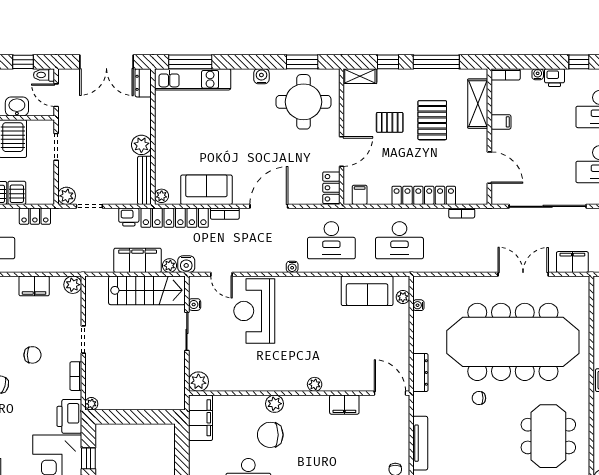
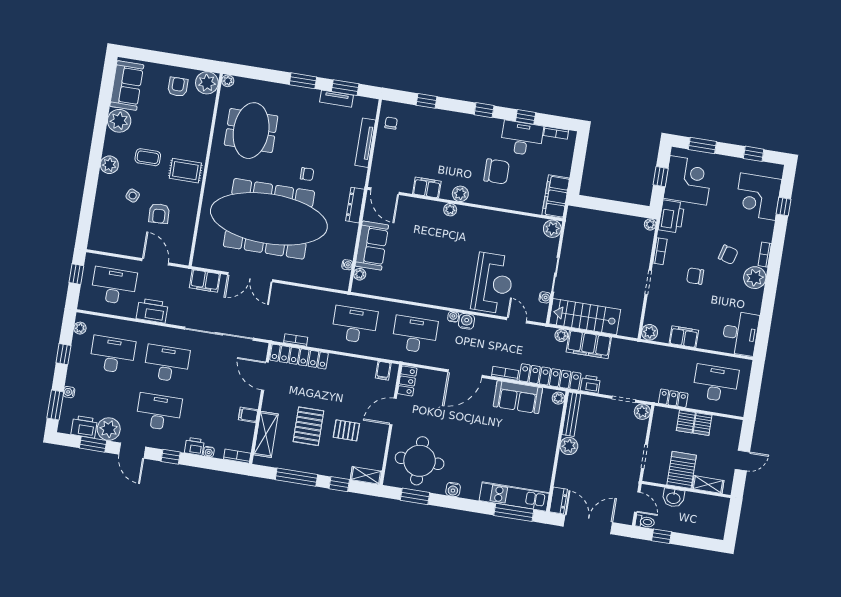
locker: (424, 195) -> (299, 357), moved
water cooler: (186, 264) -> (466, 321), moved
sofa: (367, 291) -> (372, 246), moved, turned 90
plant: (275, 404) -> (460, 194), moved

